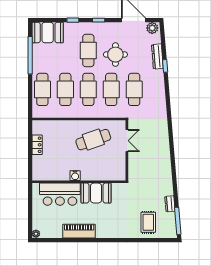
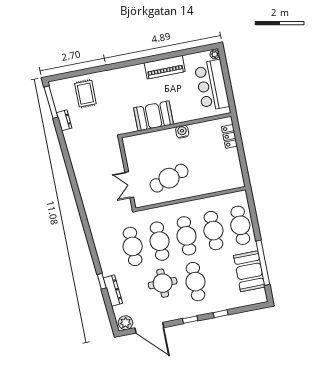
booth: (48, 33) -> (249, 271), moved, turned 90
locker: (37, 145) -> (229, 136), moved
bar counter: (60, 194) -> (212, 85), moved, turned -90

